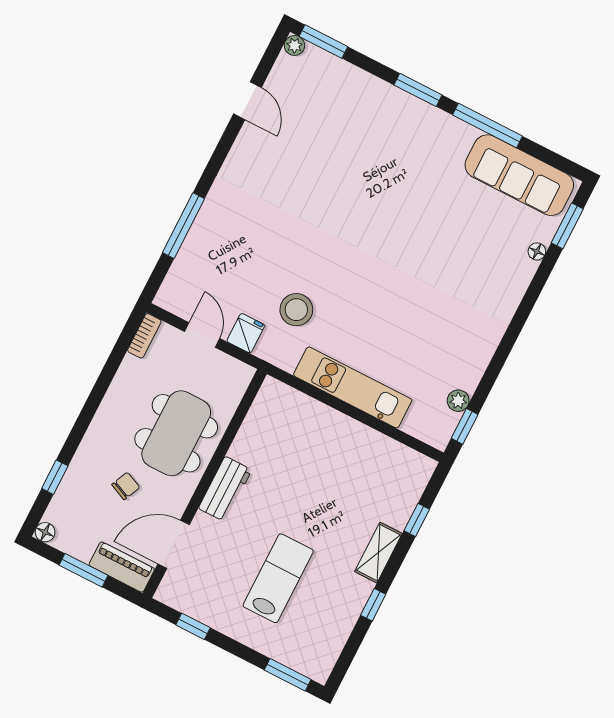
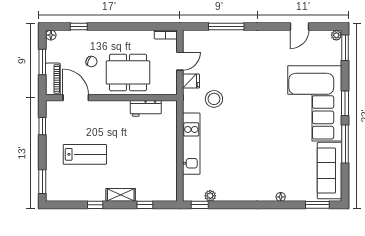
corner sofa: (392, 142) -> (315, 103), added
floor lamp: (537, 251) -> (281, 197), moved
workbench: (225, 489) -> (146, 108), moved

